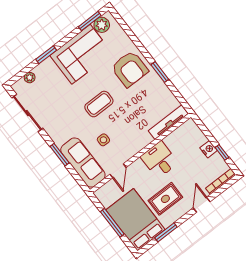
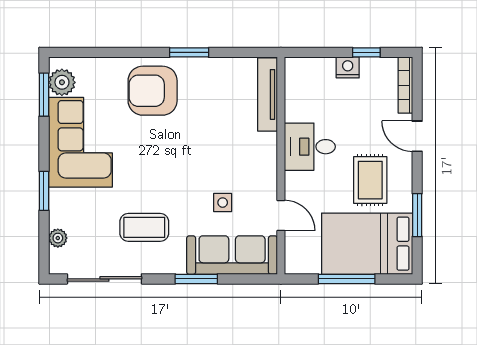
armchair: (130, 69) -> (153, 91), turned 180
coffee table: (99, 104) -> (144, 227), moved, turned 90

